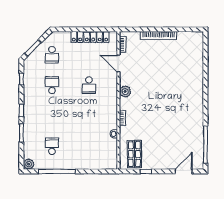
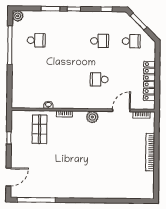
school desk: (52, 55) -> (131, 41), turned 180
shop shelf: (134, 154) -> (40, 129), moved, turned 90
door: (184, 171) -> (8, 177), hinge flipped

